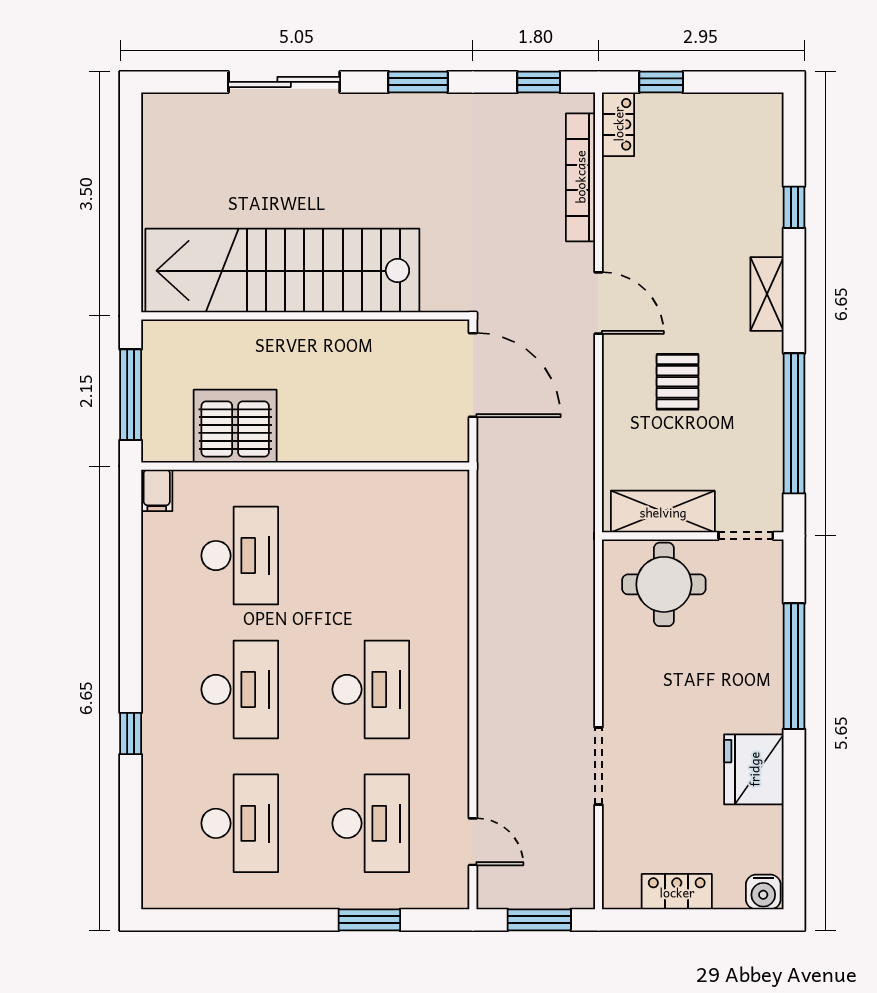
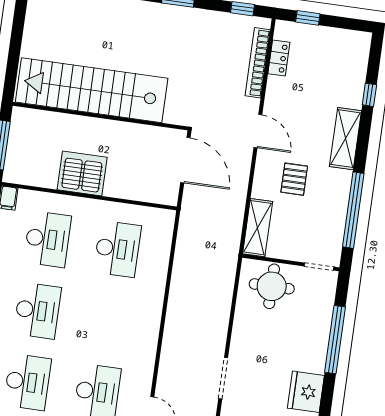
locker: (618, 124) -> (279, 58), moved
shelving: (767, 294) -> (345, 139), width x1.50, depth x1.33
server rack: (235, 426) -> (82, 174), moved
shelving: (663, 512) -> (258, 228), moved, turned 90
desk: (371, 689) -> (117, 249), moved

